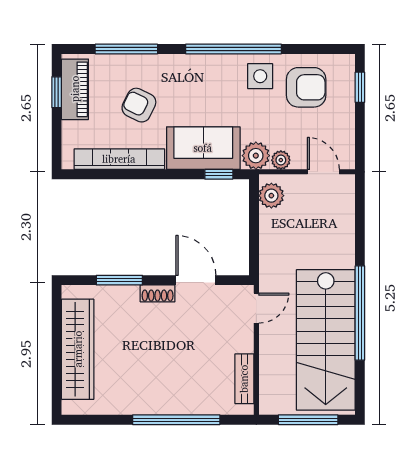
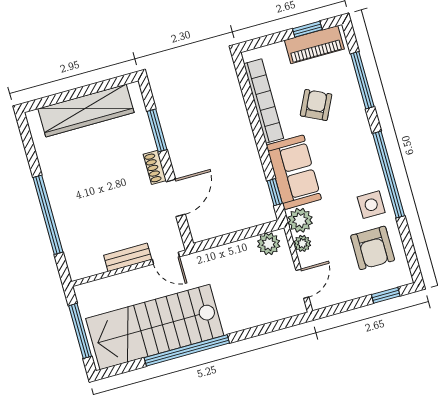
bench: (244, 379) -> (128, 257), moved

